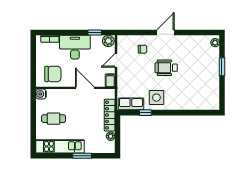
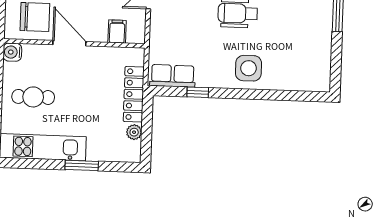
filing cabinet: (110, 80) -> (117, 32), moved
door: (85, 88) -> (69, 43), moved
side table: (156, 98) -> (248, 68), moved

